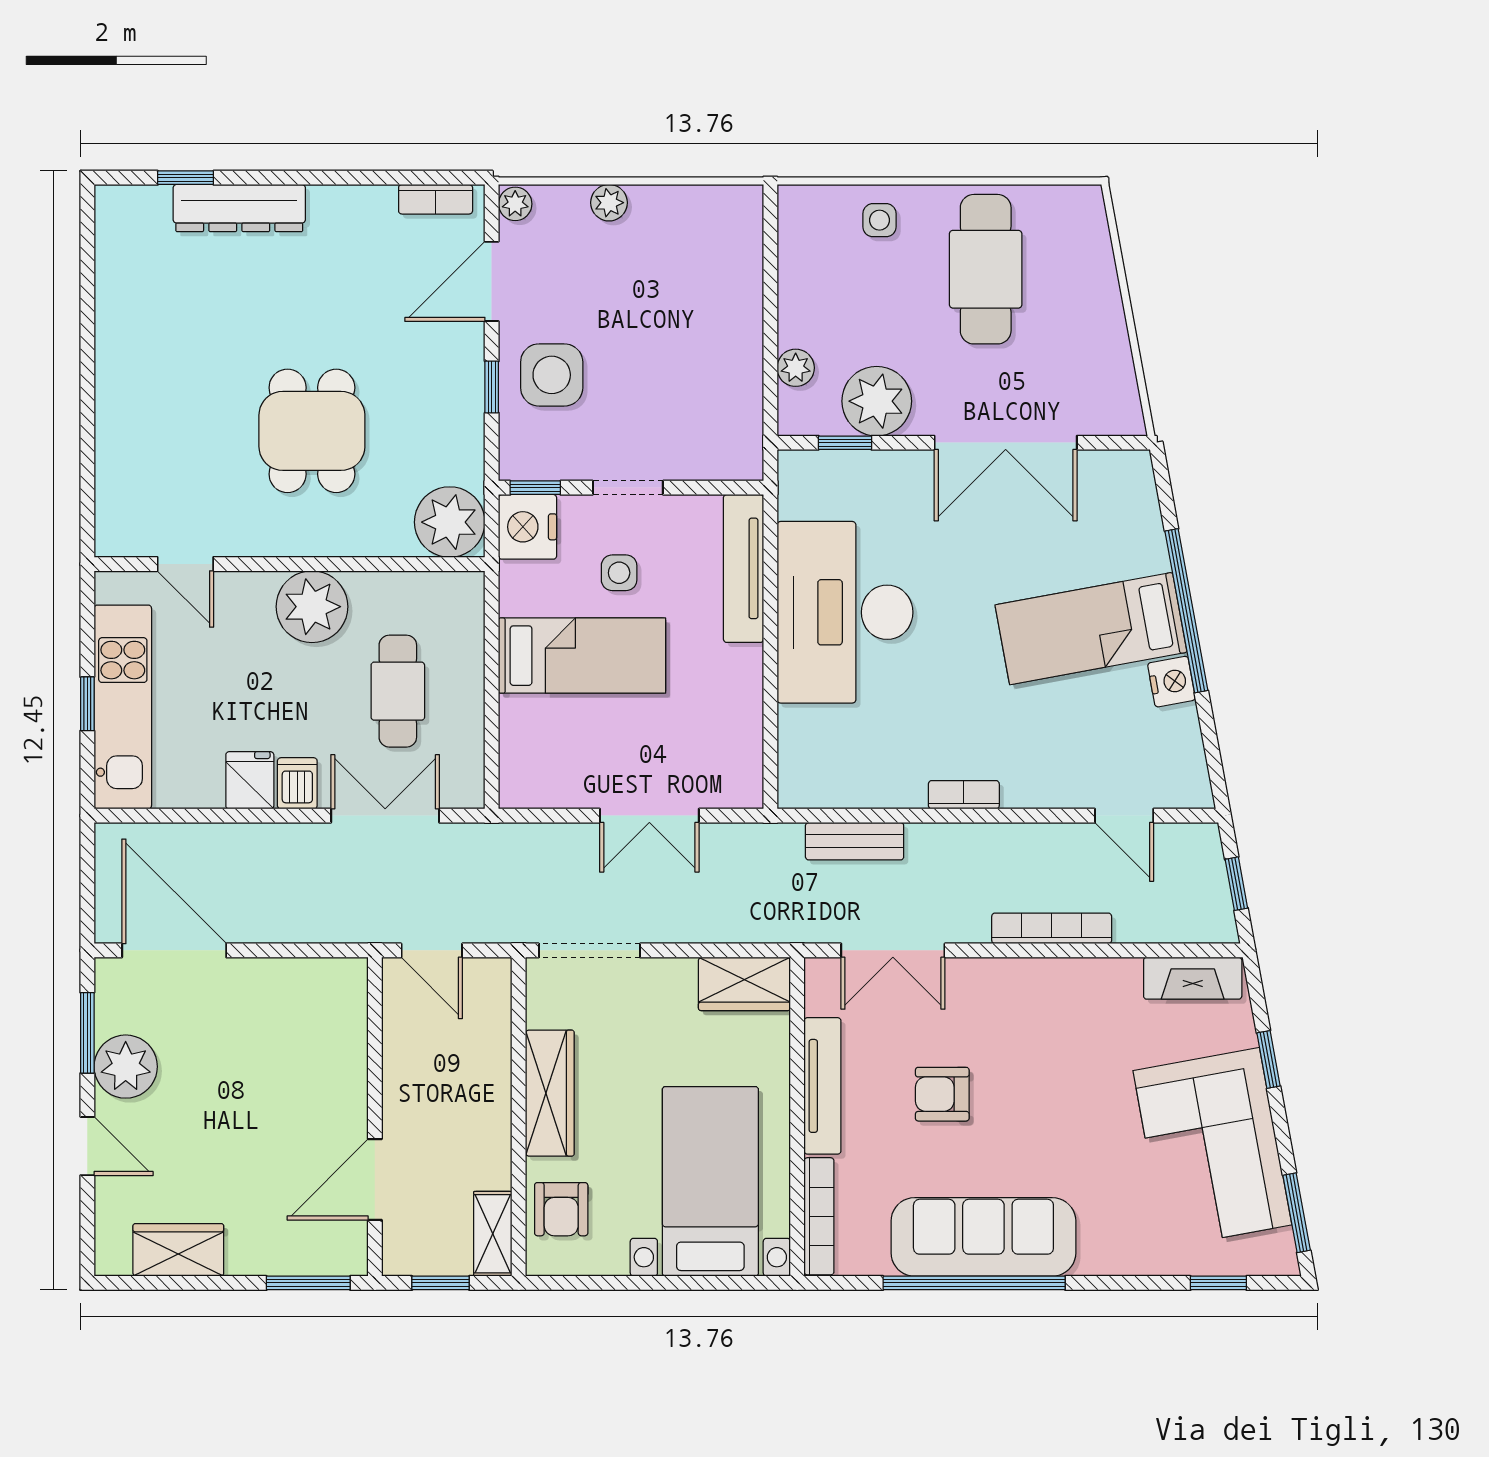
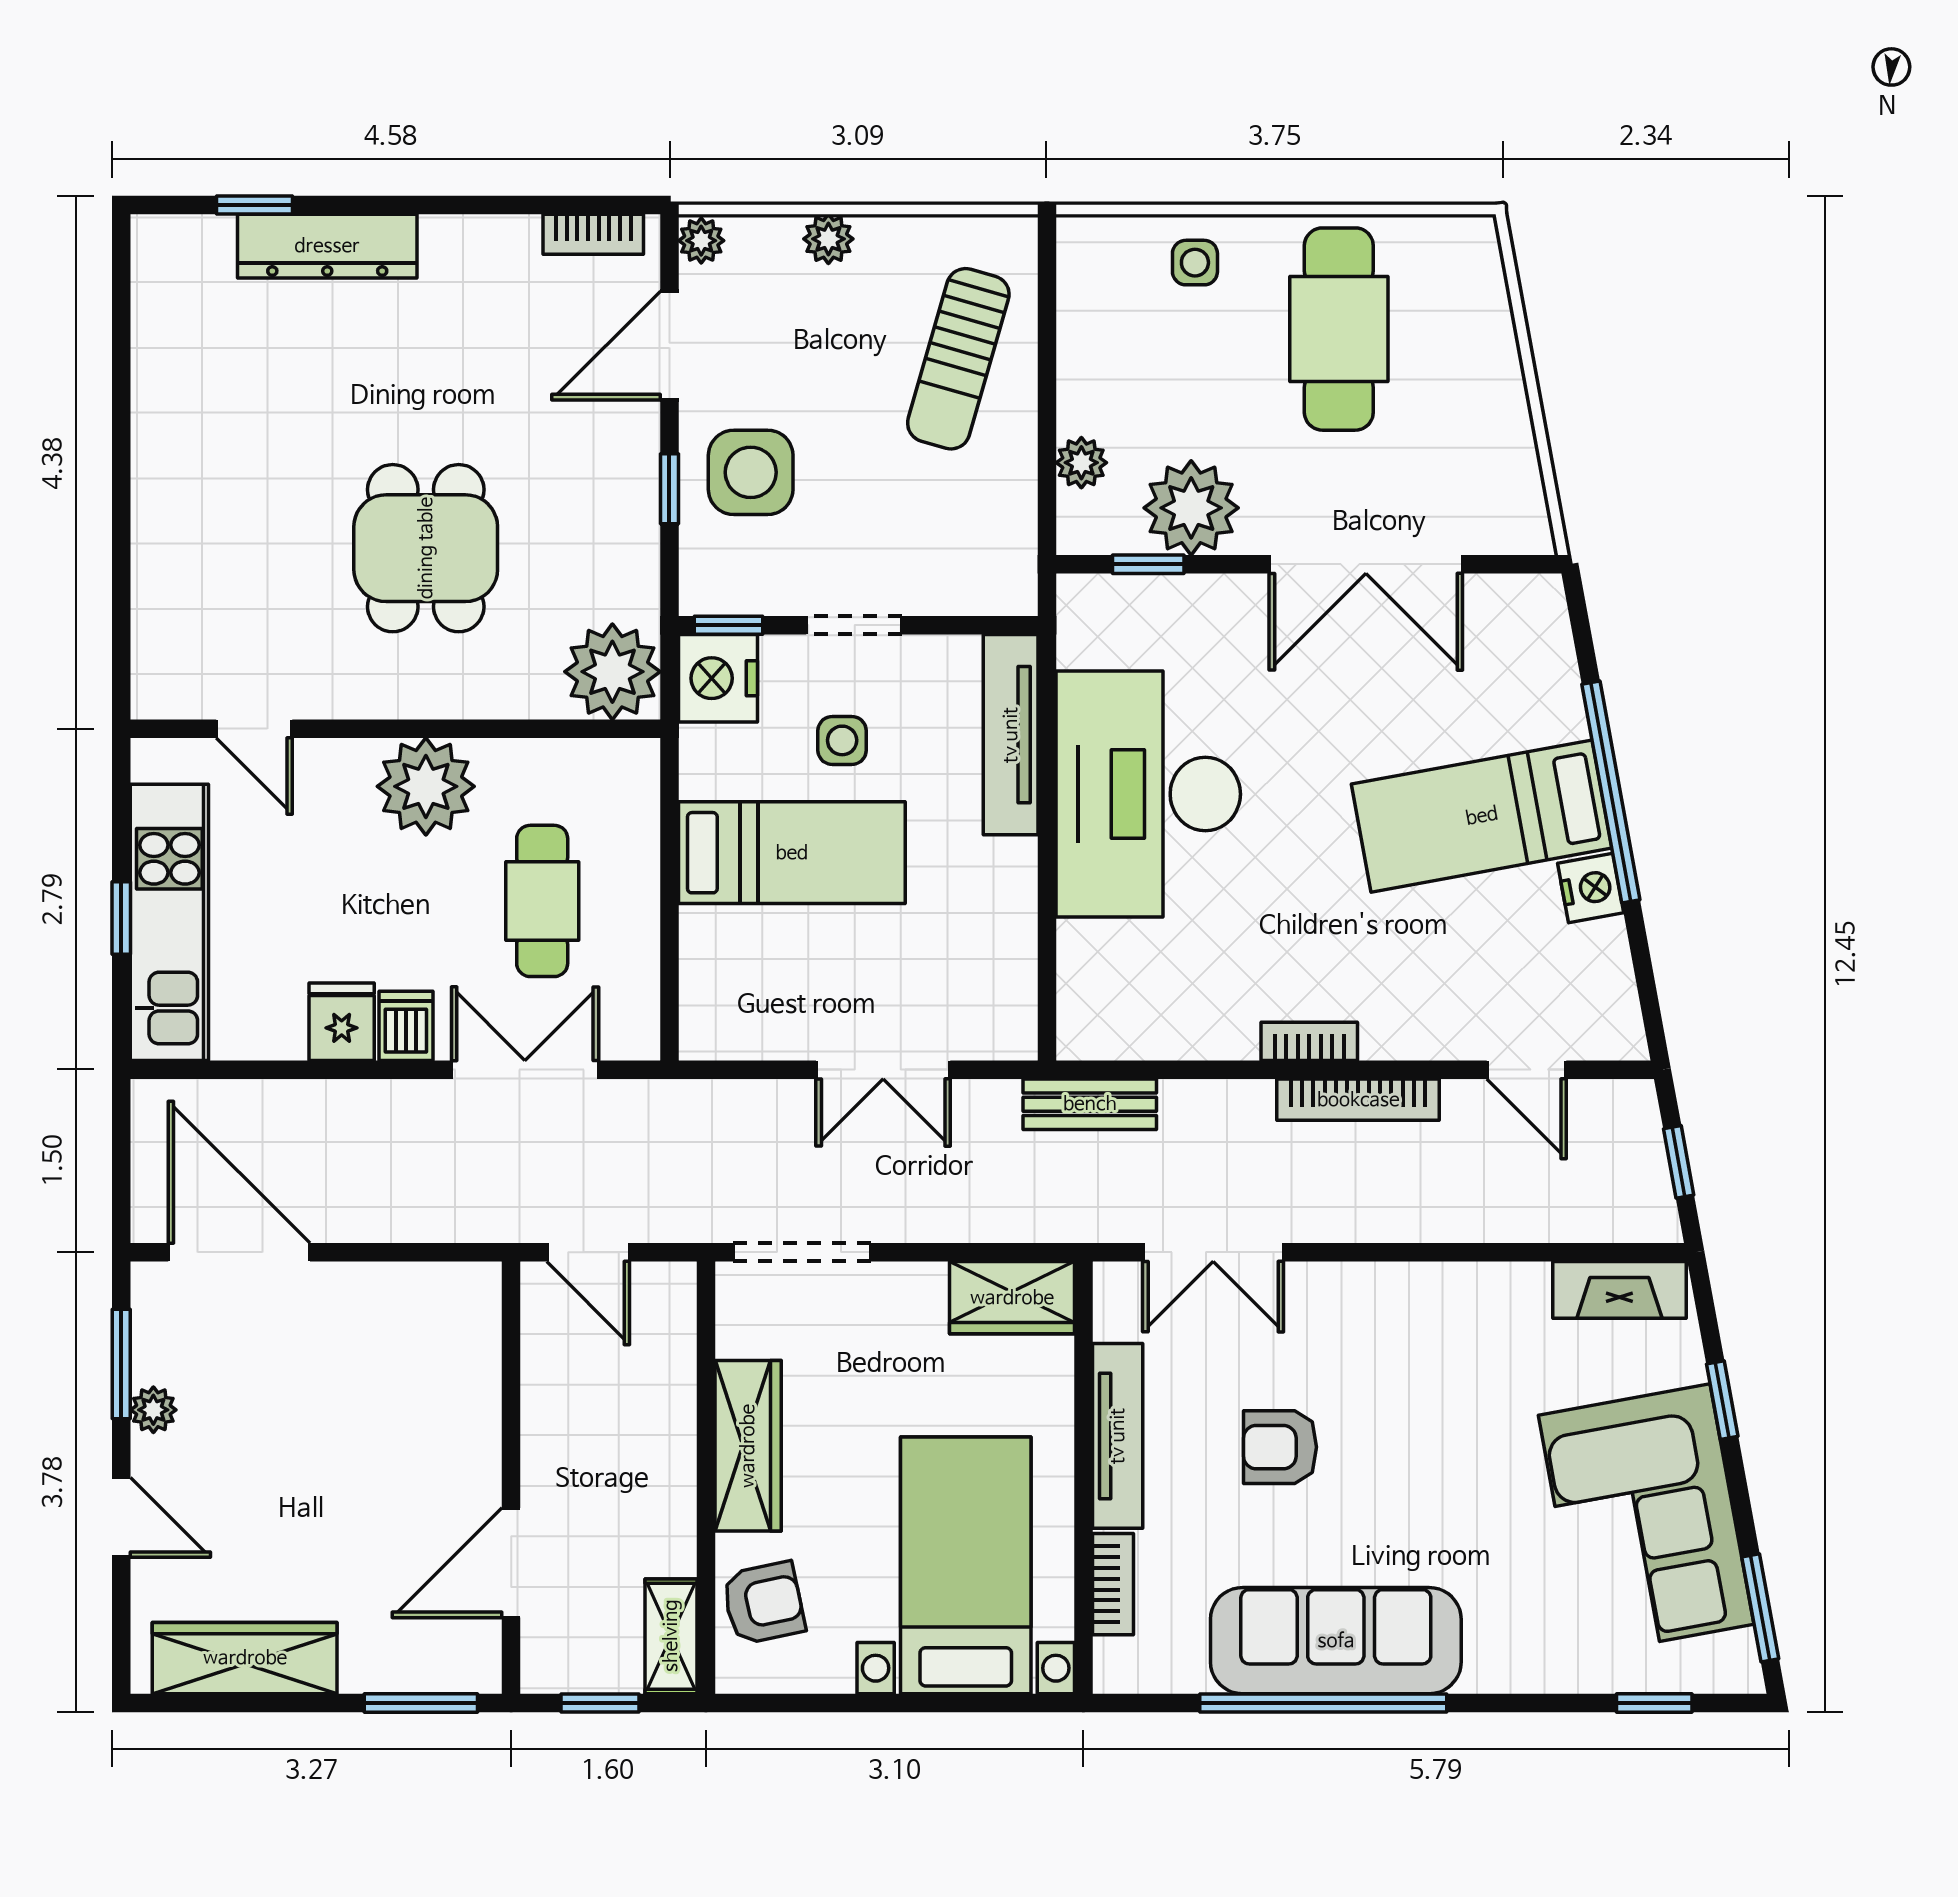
sun lounger: (705, 291) -> (958, 359), added
bench: (855, 841) -> (1090, 1104), moved
bookcase: (1052, 928) -> (1358, 1100), moved, turned 180
plant: (126, 1067) -> (153, 1410), width x0.53, depth x0.53
armchair: (561, 1209) -> (764, 1603), turned -102
bookcase: (819, 1216) -> (1113, 1584), width x0.64
wardrobe: (178, 1250) -> (245, 1658), width x1.50

